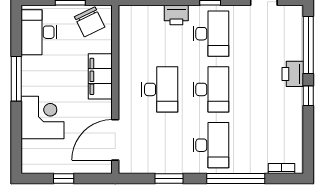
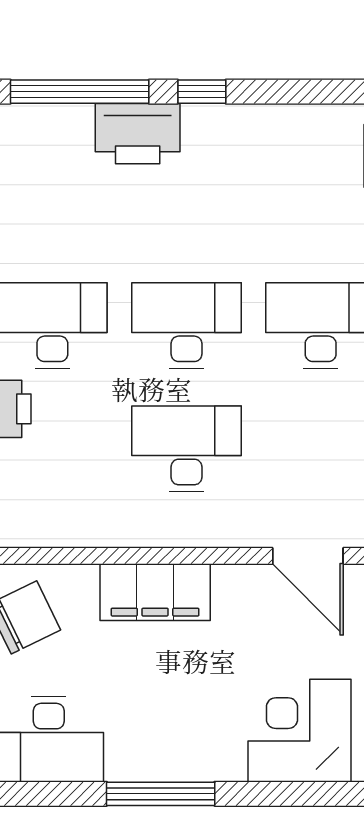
printer: (293, 74) -> (138, 134), width x1.37, depth x1.19
corner desk: (43, 117) -> (299, 731), moved
door: (115, 140) -> (308, 556), width x0.73

